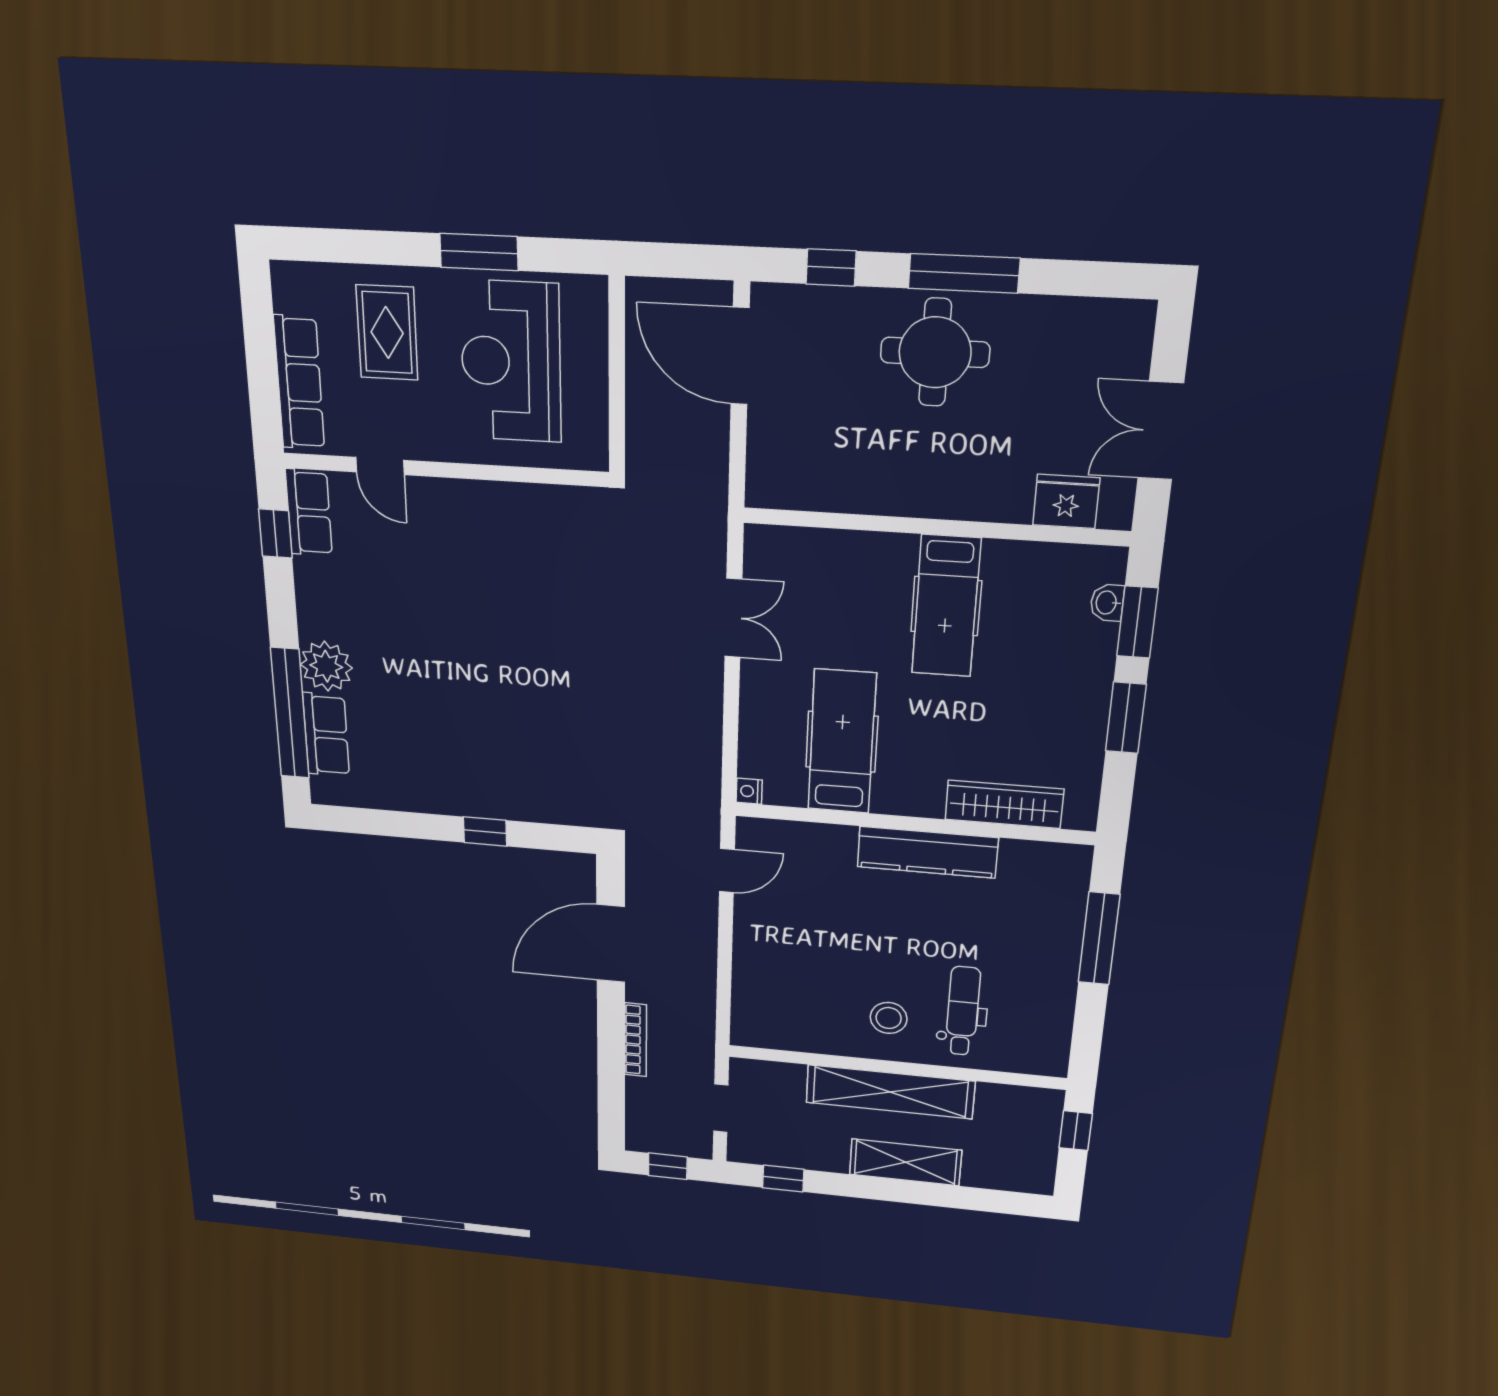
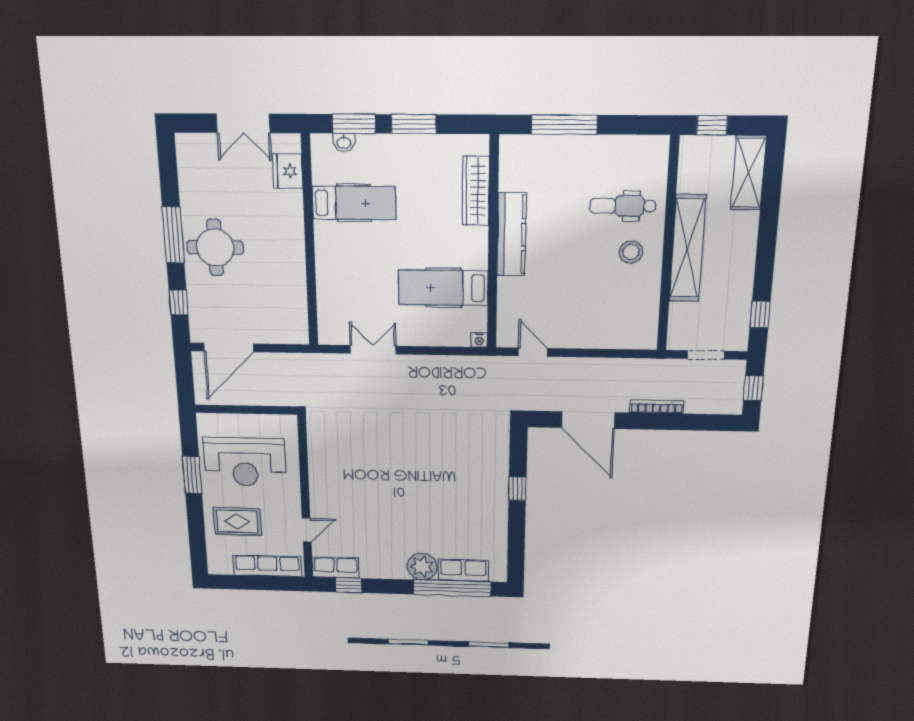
hospital bed: (946, 606) -> (354, 203), moved
shelving: (905, 1162) -> (748, 173), moved

